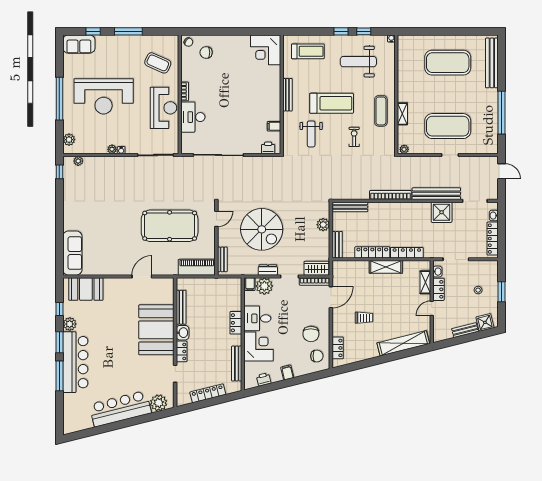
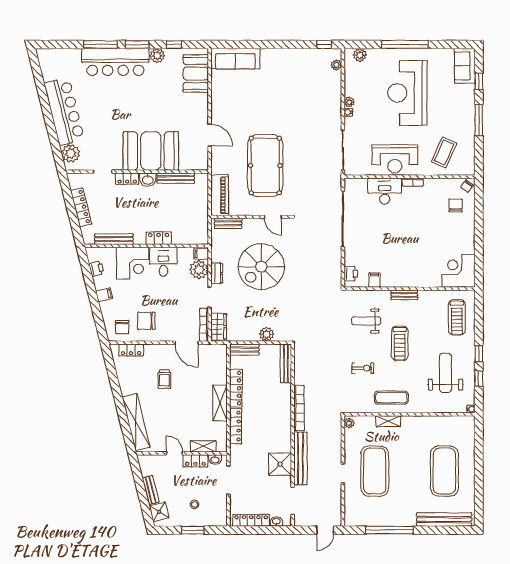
bench: (287, 95) -> (404, 295), width x0.73
treadmill: (332, 103) -> (400, 343), width x0.73, depth x0.73

